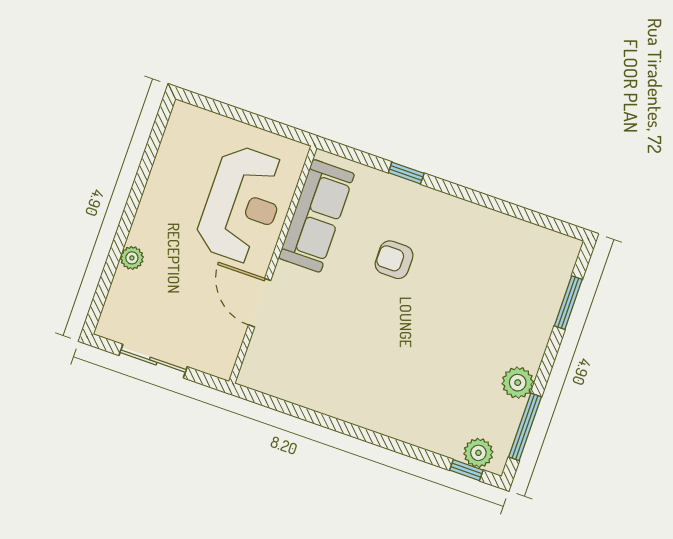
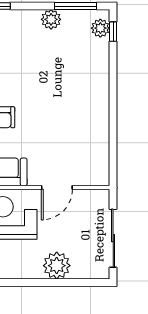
plant: (132, 258) -> (57, 266), width x1.88, depth x1.88
sliding door: (153, 361) -> (113, 238), width x1.37

